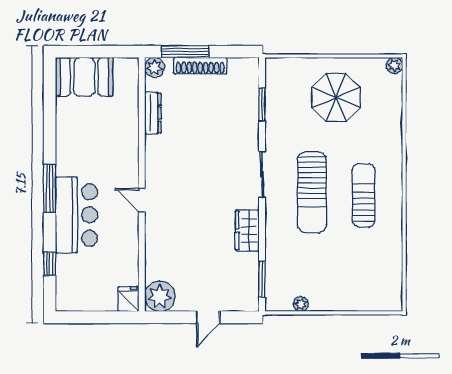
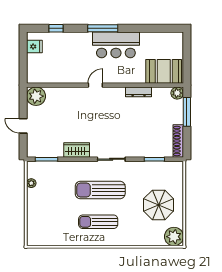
shoe rack: (200, 66) -> (178, 141), moved
plant: (395, 66) -> (174, 237), width x1.88, depth x1.88
booth: (84, 77) -> (164, 71), moved, turned 90
dresser: (153, 113) -> (139, 92), moved
sun lounger: (364, 195) -> (98, 222), turned 180
bar counter: (77, 215) -> (116, 45), moved
fridge: (128, 299) -> (34, 46), moved

